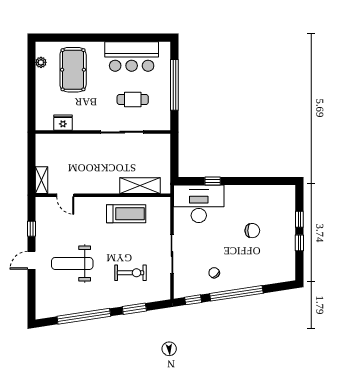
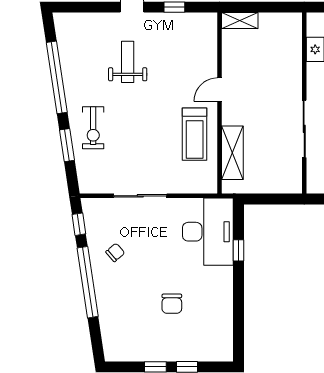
door: (65, 195) -> (219, 90), moved
weight bench: (72, 263) -> (128, 62), width x0.73, depth x0.75
exercise bike: (131, 273) -> (93, 128), moved

